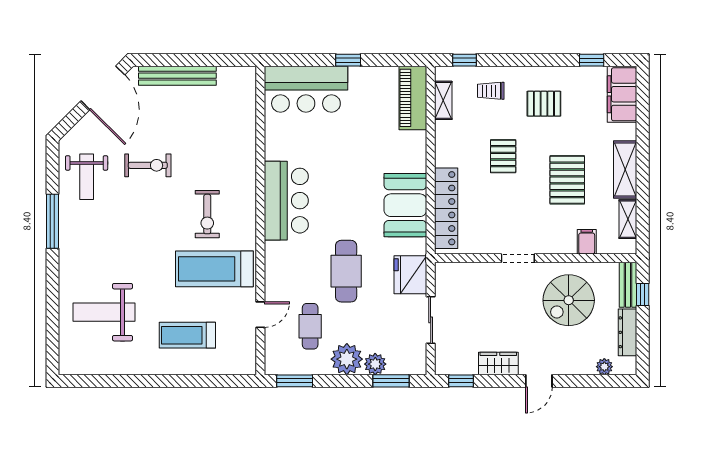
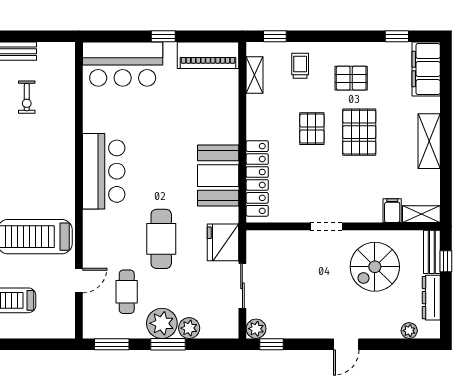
trolley: (491, 91) -> (300, 66), turned 90
piano: (413, 98) -> (208, 55), moved, turned -90
pallet: (567, 180) -> (359, 132), moved
exercise bike: (207, 214) -> (27, 97), moved, width x0.73, depth x0.72
shelving: (628, 219) -> (421, 214), moved, turned 90
wardrobe: (498, 364) -> (307, 328), removed
plant: (445, 365) -> (256, 329), added
window: (391, 381) -> (168, 344), moved

